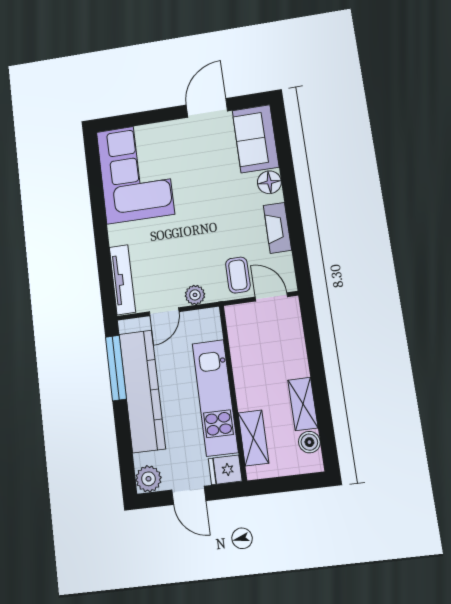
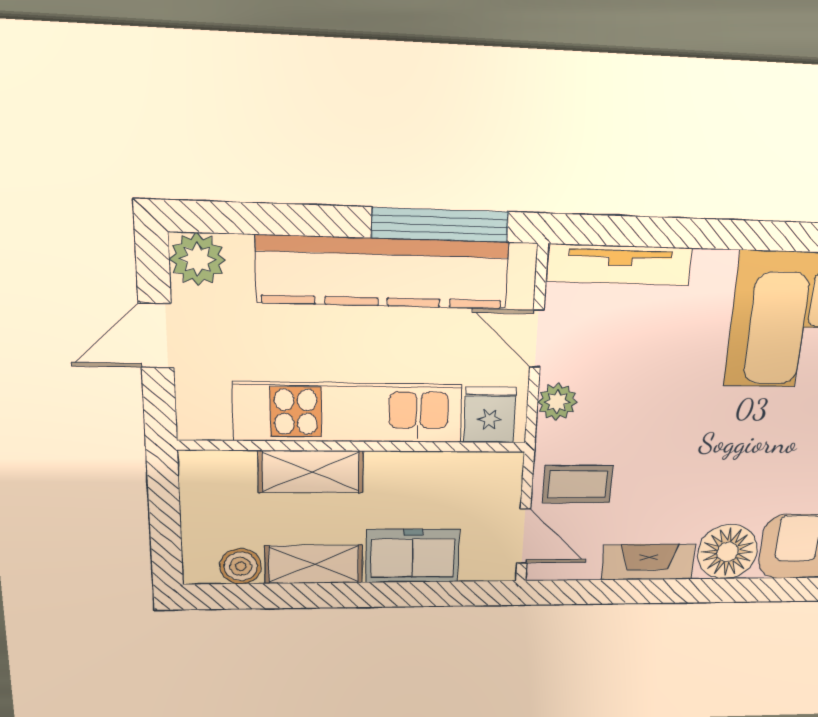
floor lamp: (269, 182) -> (728, 552), width x1.38, depth x1.38
door: (271, 297) -> (524, 536), hinge flipped
freezer: (291, 353) -> (413, 556), added
shelving: (253, 438) -> (311, 472), moved
fridge: (225, 470) -> (490, 415), moved

